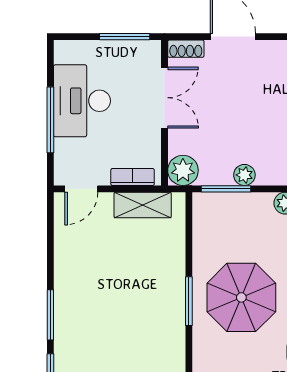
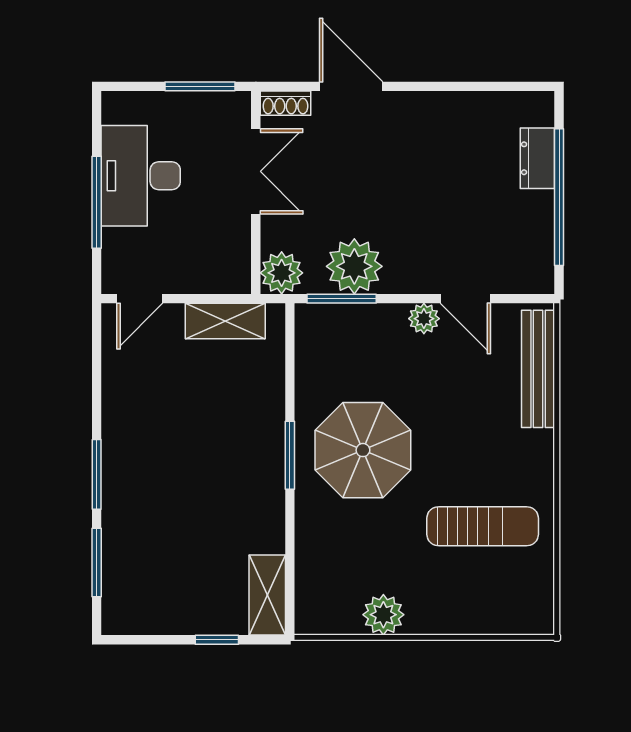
plant: (244, 175) -> (354, 266), width x1.88, depth x1.88
bookcase: (133, 177) -> (211, 282), removed

